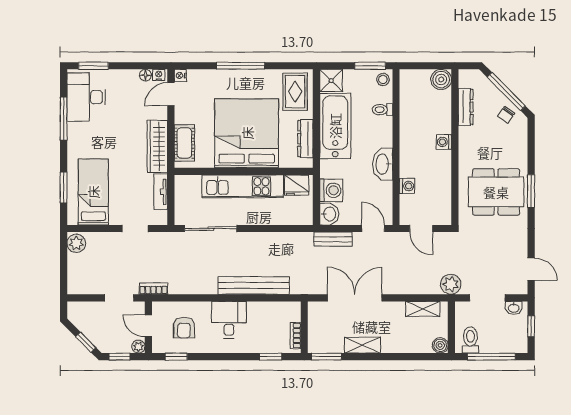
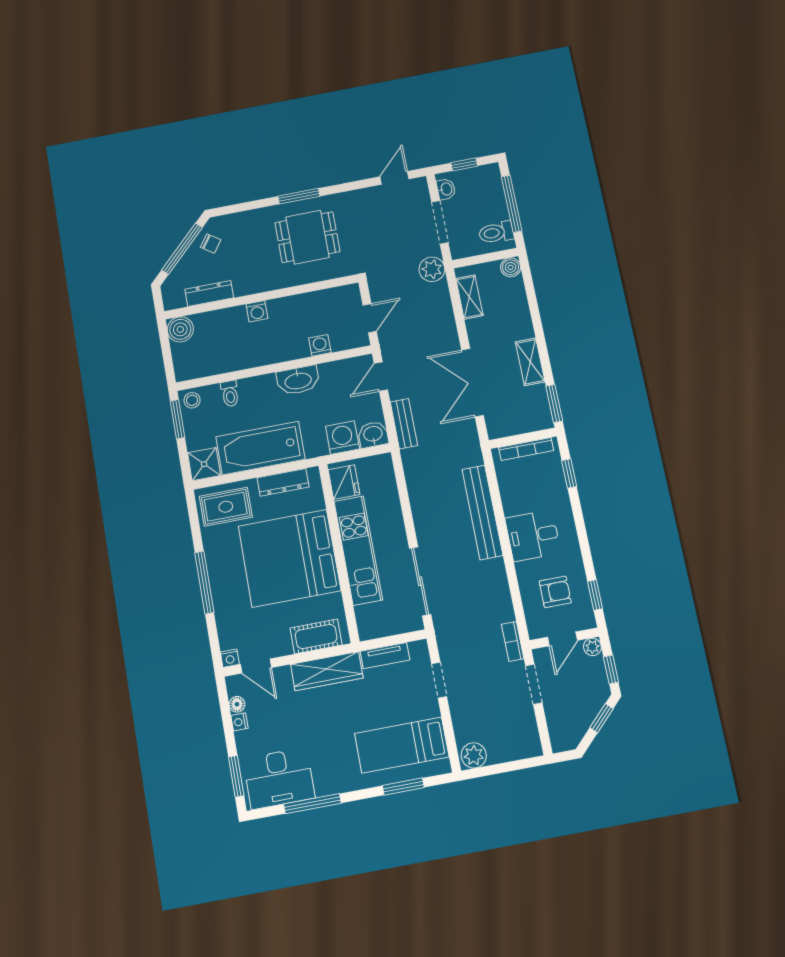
nightstand: (159, 75) -> (239, 722), moved
dining table: (496, 192) -> (307, 237), width x0.73
bookcase: (296, 335) -> (526, 449), width x1.56

